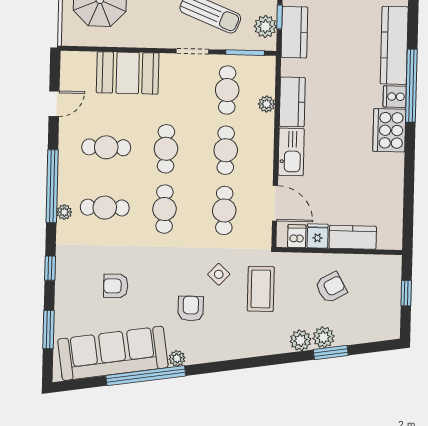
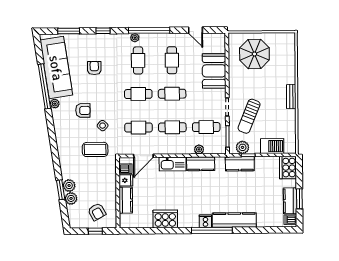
cooker: (389, 130) -> (165, 219), moved
armchair: (331, 287) -> (97, 212), moved
plant: (300, 340) -> (71, 198), moved

